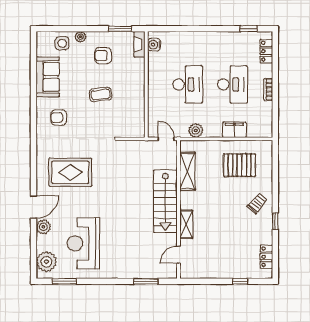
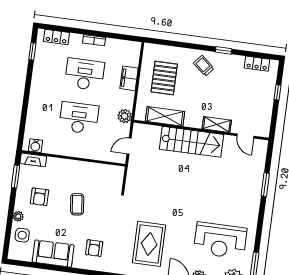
shelving: (188, 171) -> (165, 116), moved
stairs: (165, 201) -> (192, 142), moved
wall: (179, 209) -> (201, 130), moved
shelving: (186, 224) -> (217, 125), moved
door: (179, 255) -> (245, 136), moved

